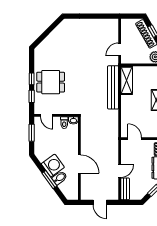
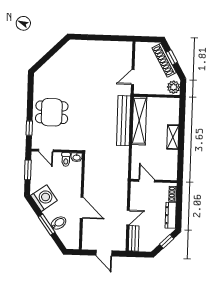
window: (32, 79) -> (30, 108), removed
shelving: (127, 80) -> (139, 121), width x1.47
washing machine: (53, 166) -> (44, 198), moved

